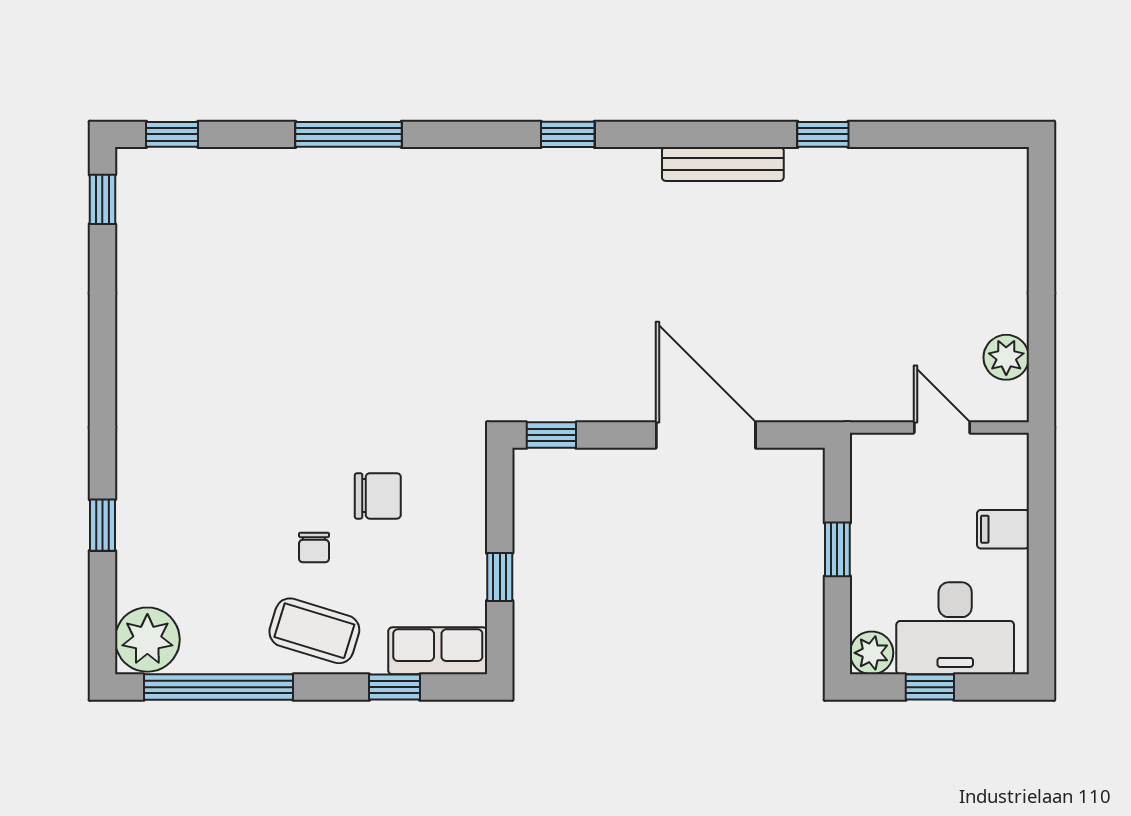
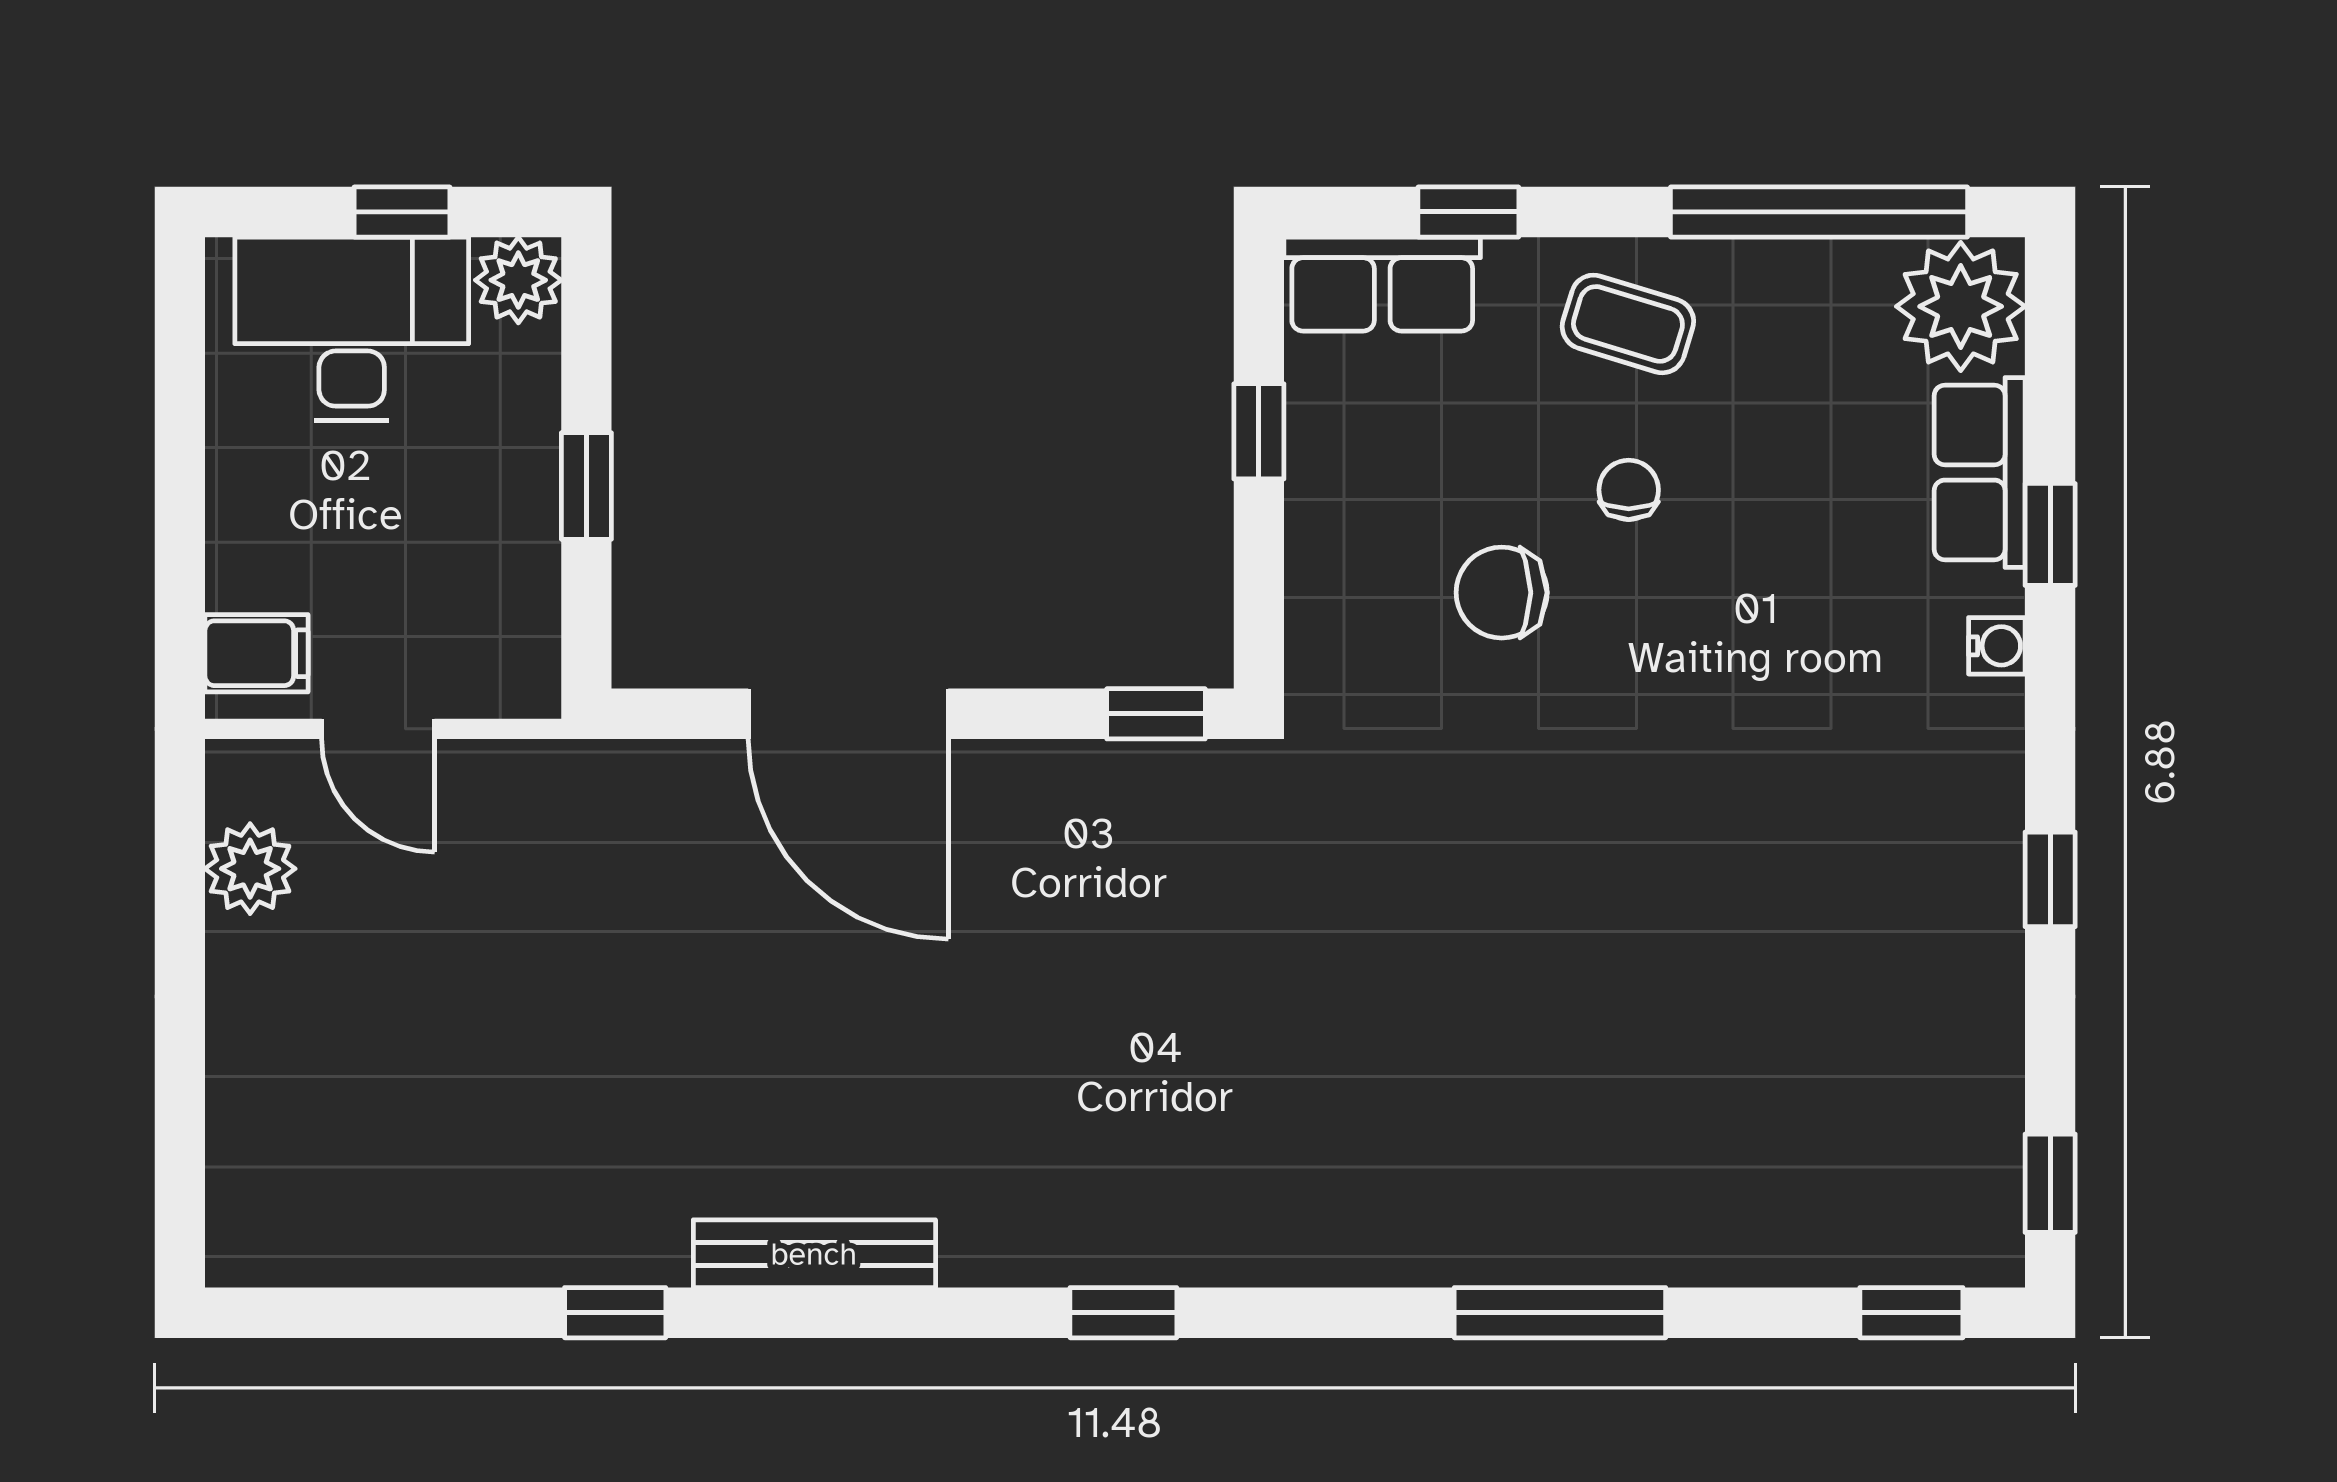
window: (102, 352) -> (2050, 879), added
water cooler: (129, 469) -> (1997, 646), added
filing cabinet: (1003, 529) -> (257, 653), moved
row of seats: (138, 556) -> (1980, 472), added
coffee table: (314, 631) -> (1628, 324), width x0.73, depth x0.77

